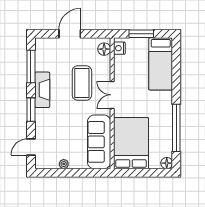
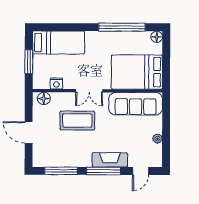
nightstand: (119, 48) -> (56, 83), moved
fireplace: (42, 90) -> (110, 160), moved
window: (31, 110) -> (103, 171), width x1.44
door: (31, 147) -> (141, 171), hinge flipped

